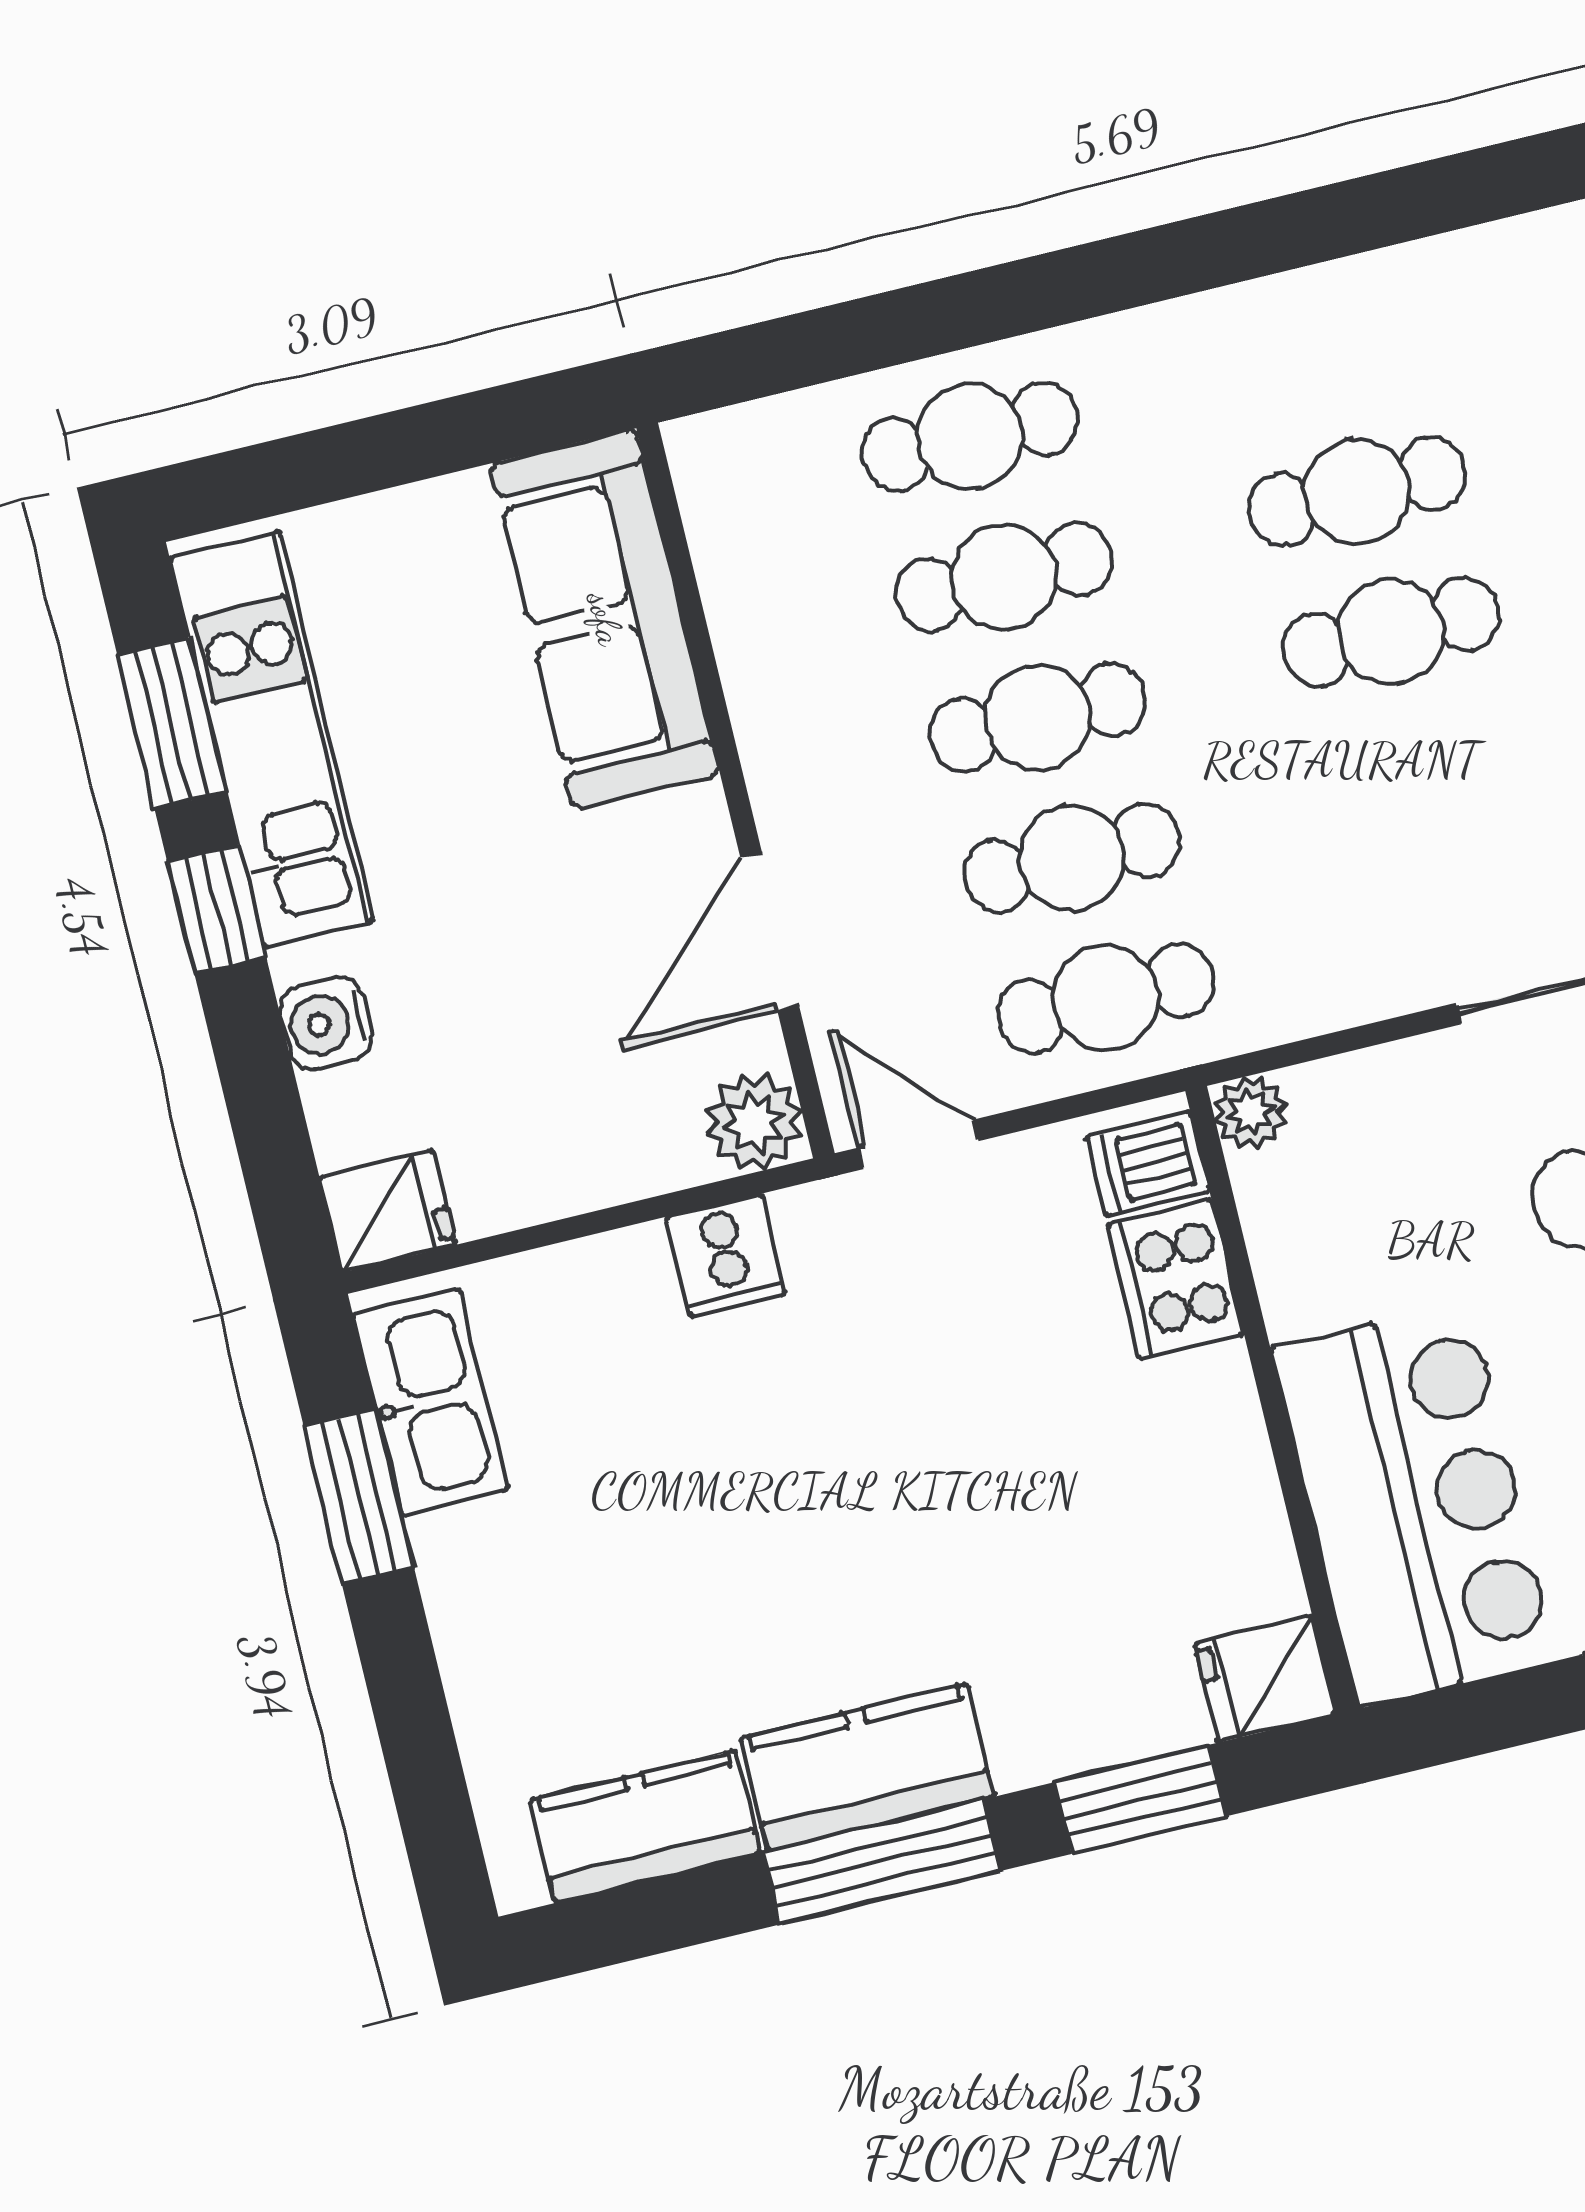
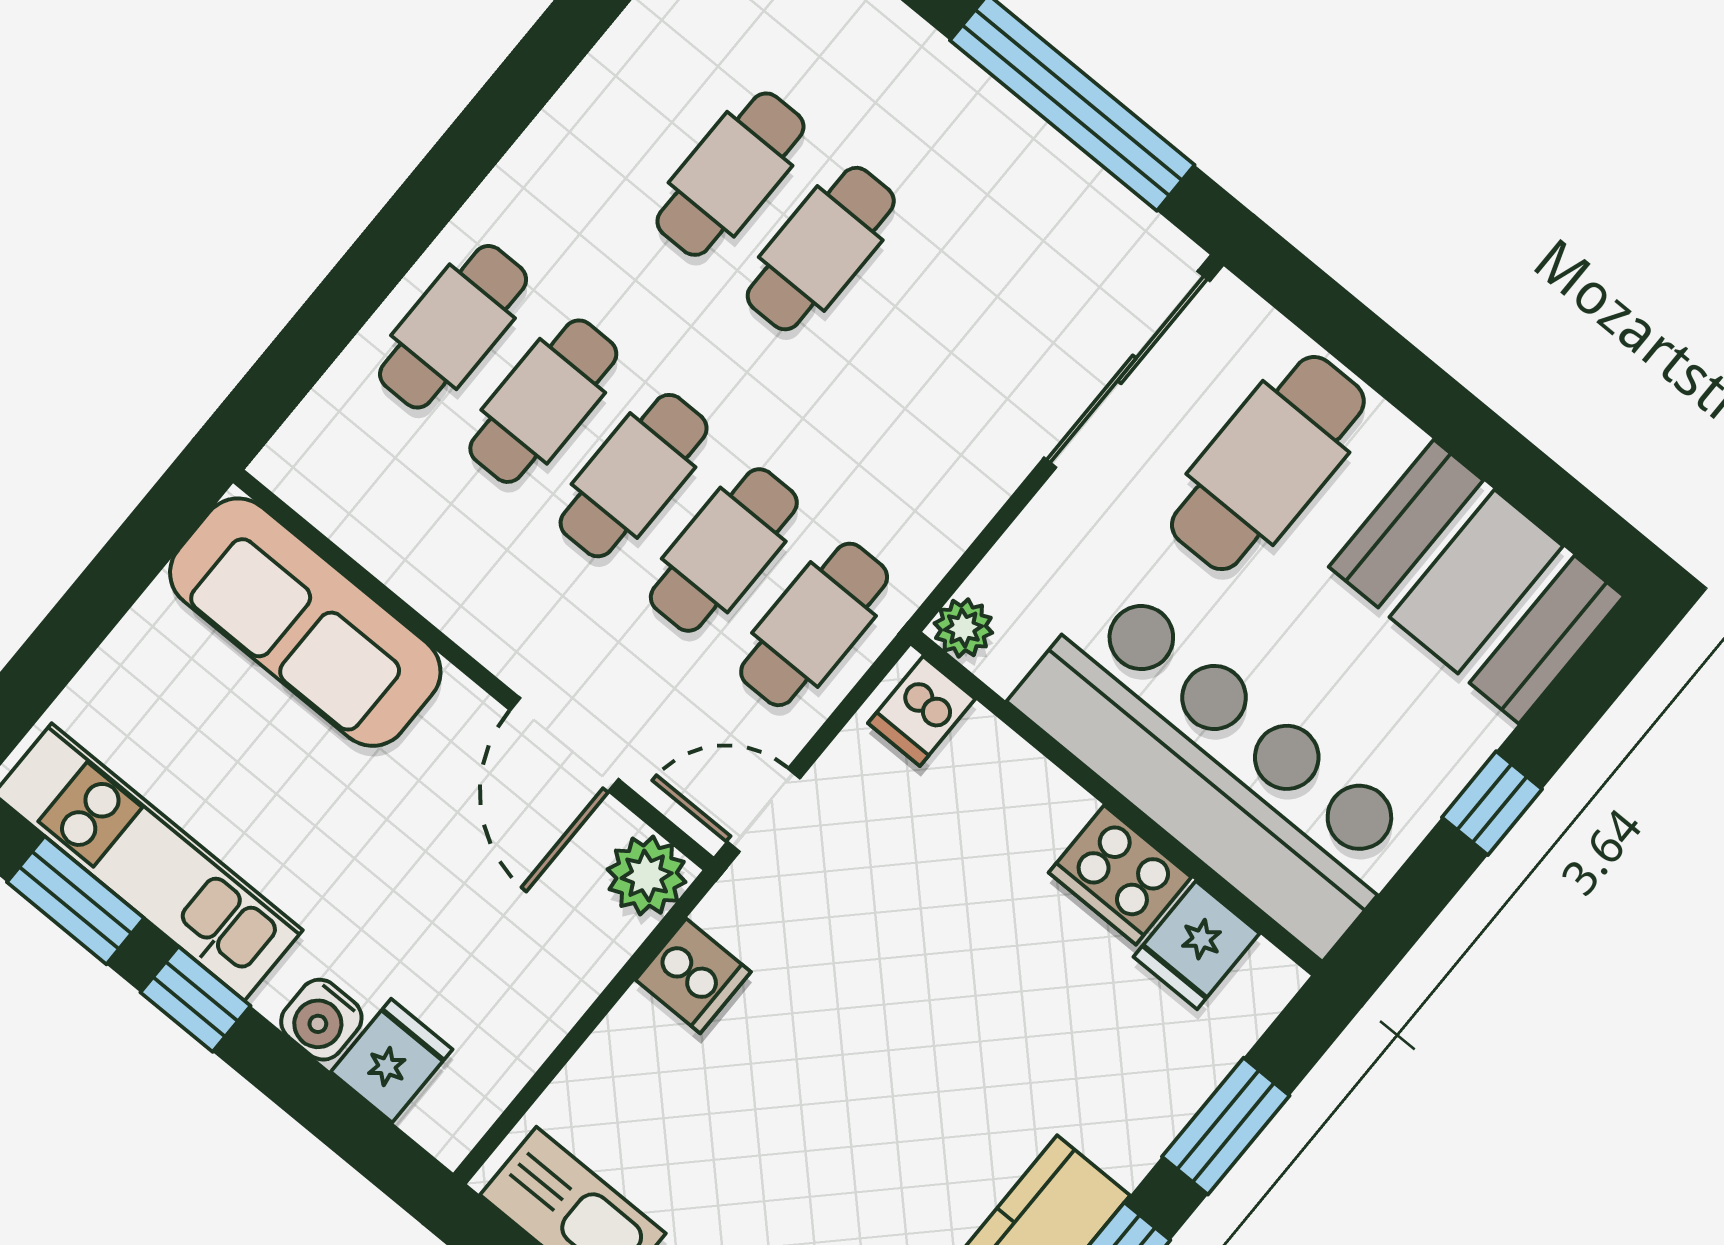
fridge: (388, 1211) -> (392, 1061), moved
cooker: (1175, 1279) -> (1120, 875), moved
bar counter: (1414, 1504) -> (1217, 767), width x1.36
fridge: (1265, 1679) -> (1197, 945), moved

